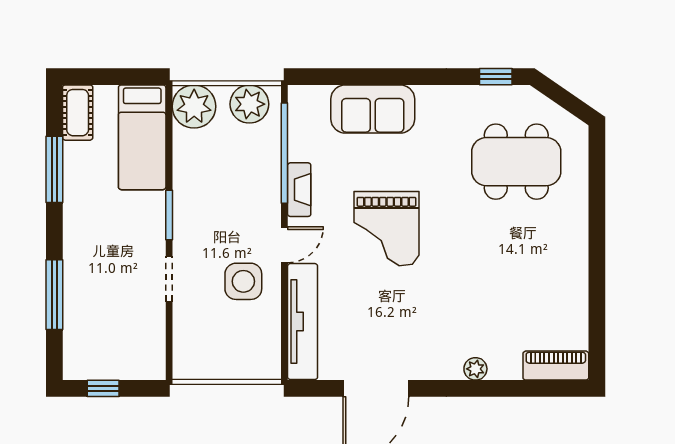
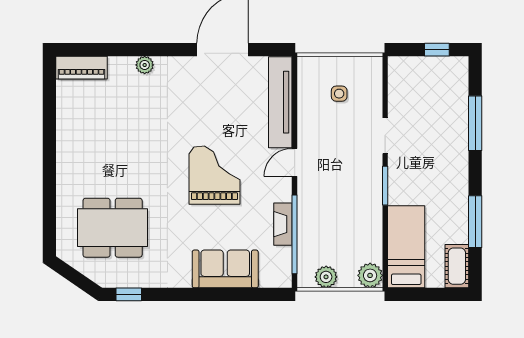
plant: (249, 104) -> (326, 277), width x0.73, depth x0.73
plant: (194, 106) -> (370, 275), width x0.73, depth x0.73
fireplace: (299, 190) -> (283, 224), moved
side table: (243, 281) -> (339, 94), moved, width x0.54, depth x0.54

